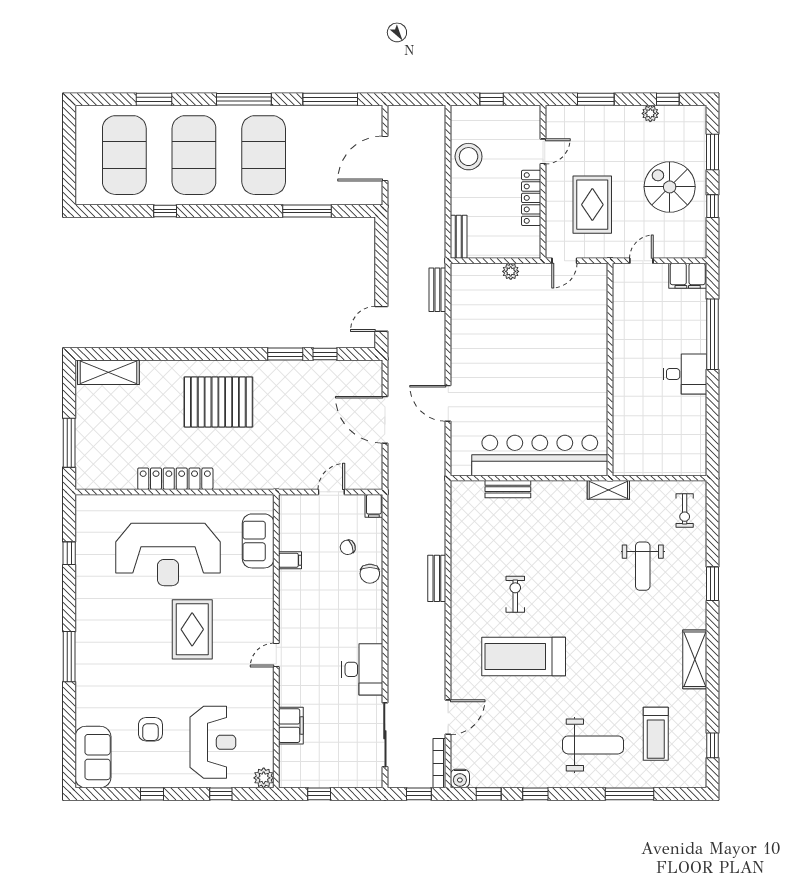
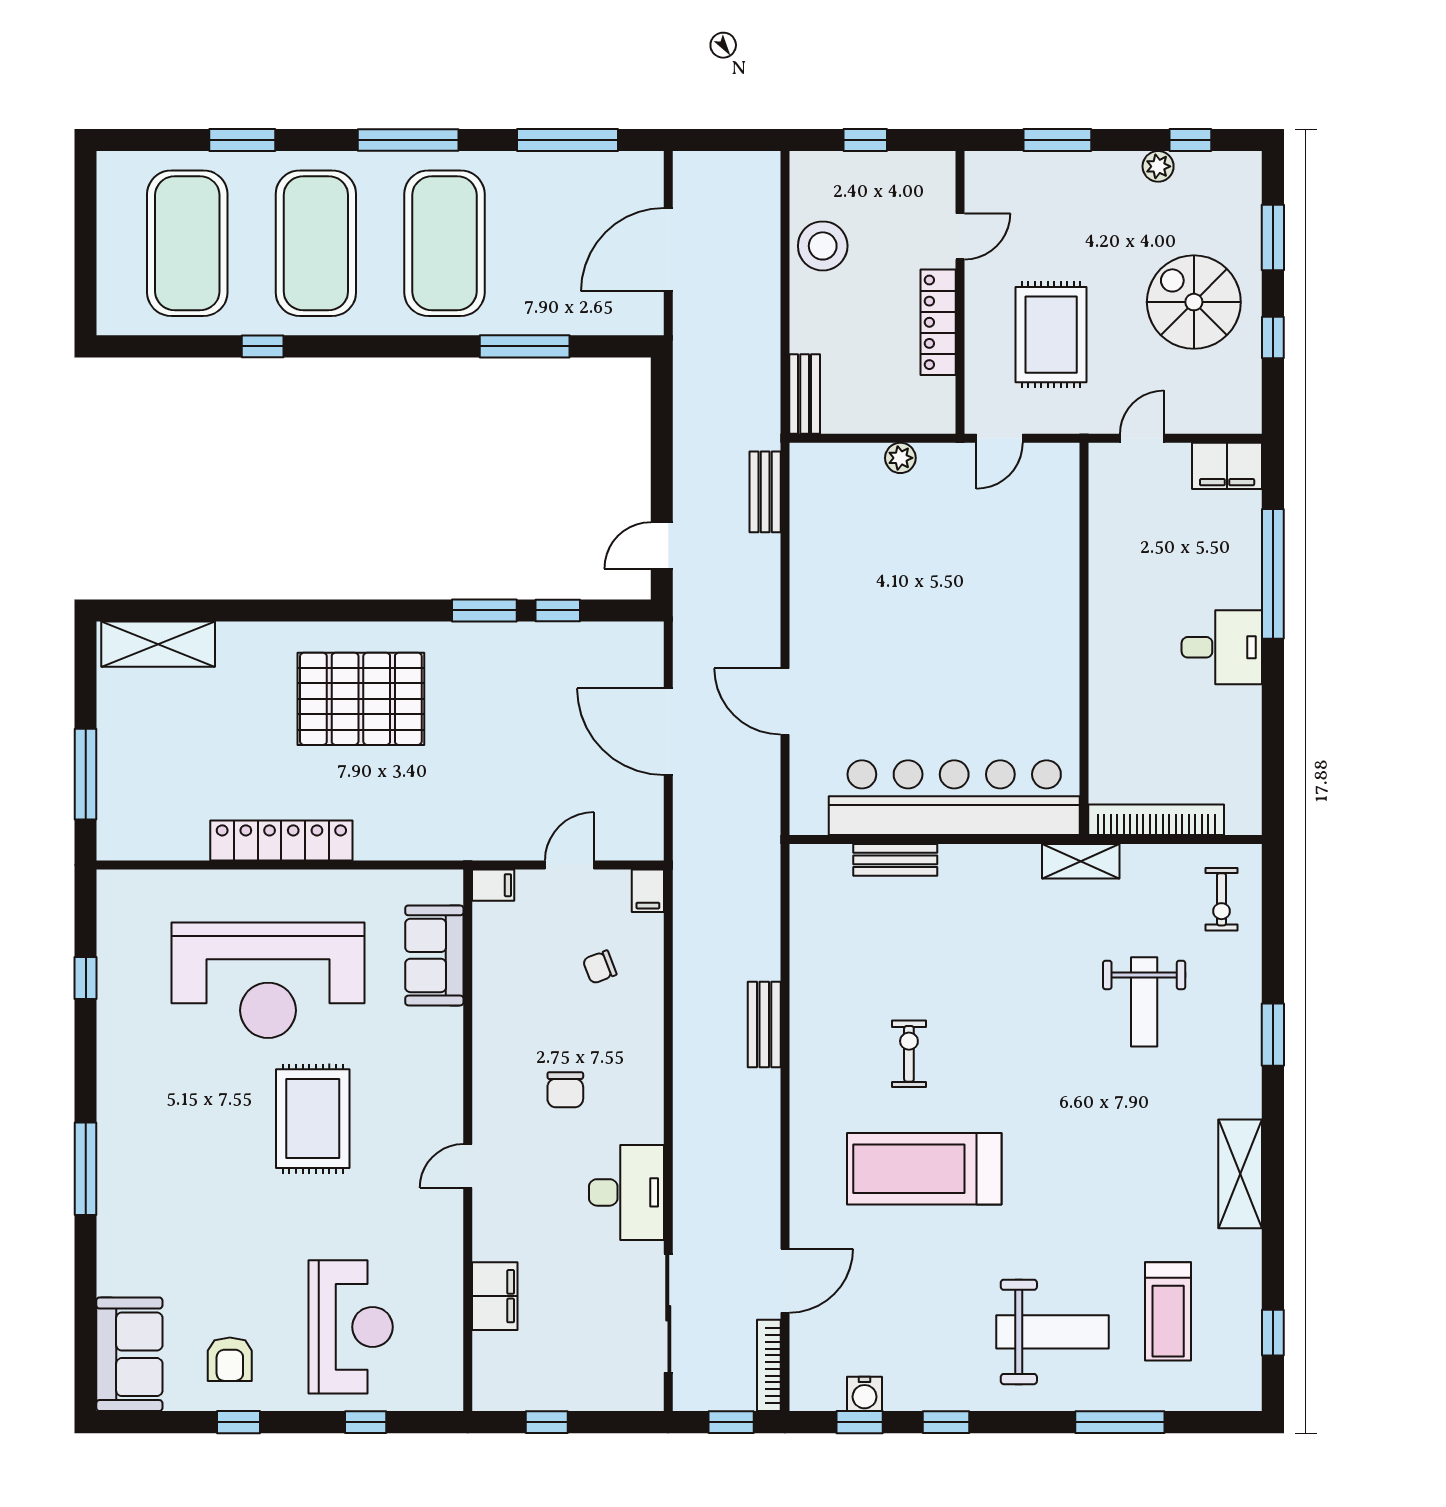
bookcase: (649, 467) -> (1156, 820), added
filing cabinet: (290, 560) -> (493, 885), moved
chair: (370, 574) -> (565, 1090), moved
armchair: (150, 729) -> (230, 1359), moved
plant: (264, 778) -> (445, 1393), removed
water cooler: (460, 779) -> (865, 1394), moved

